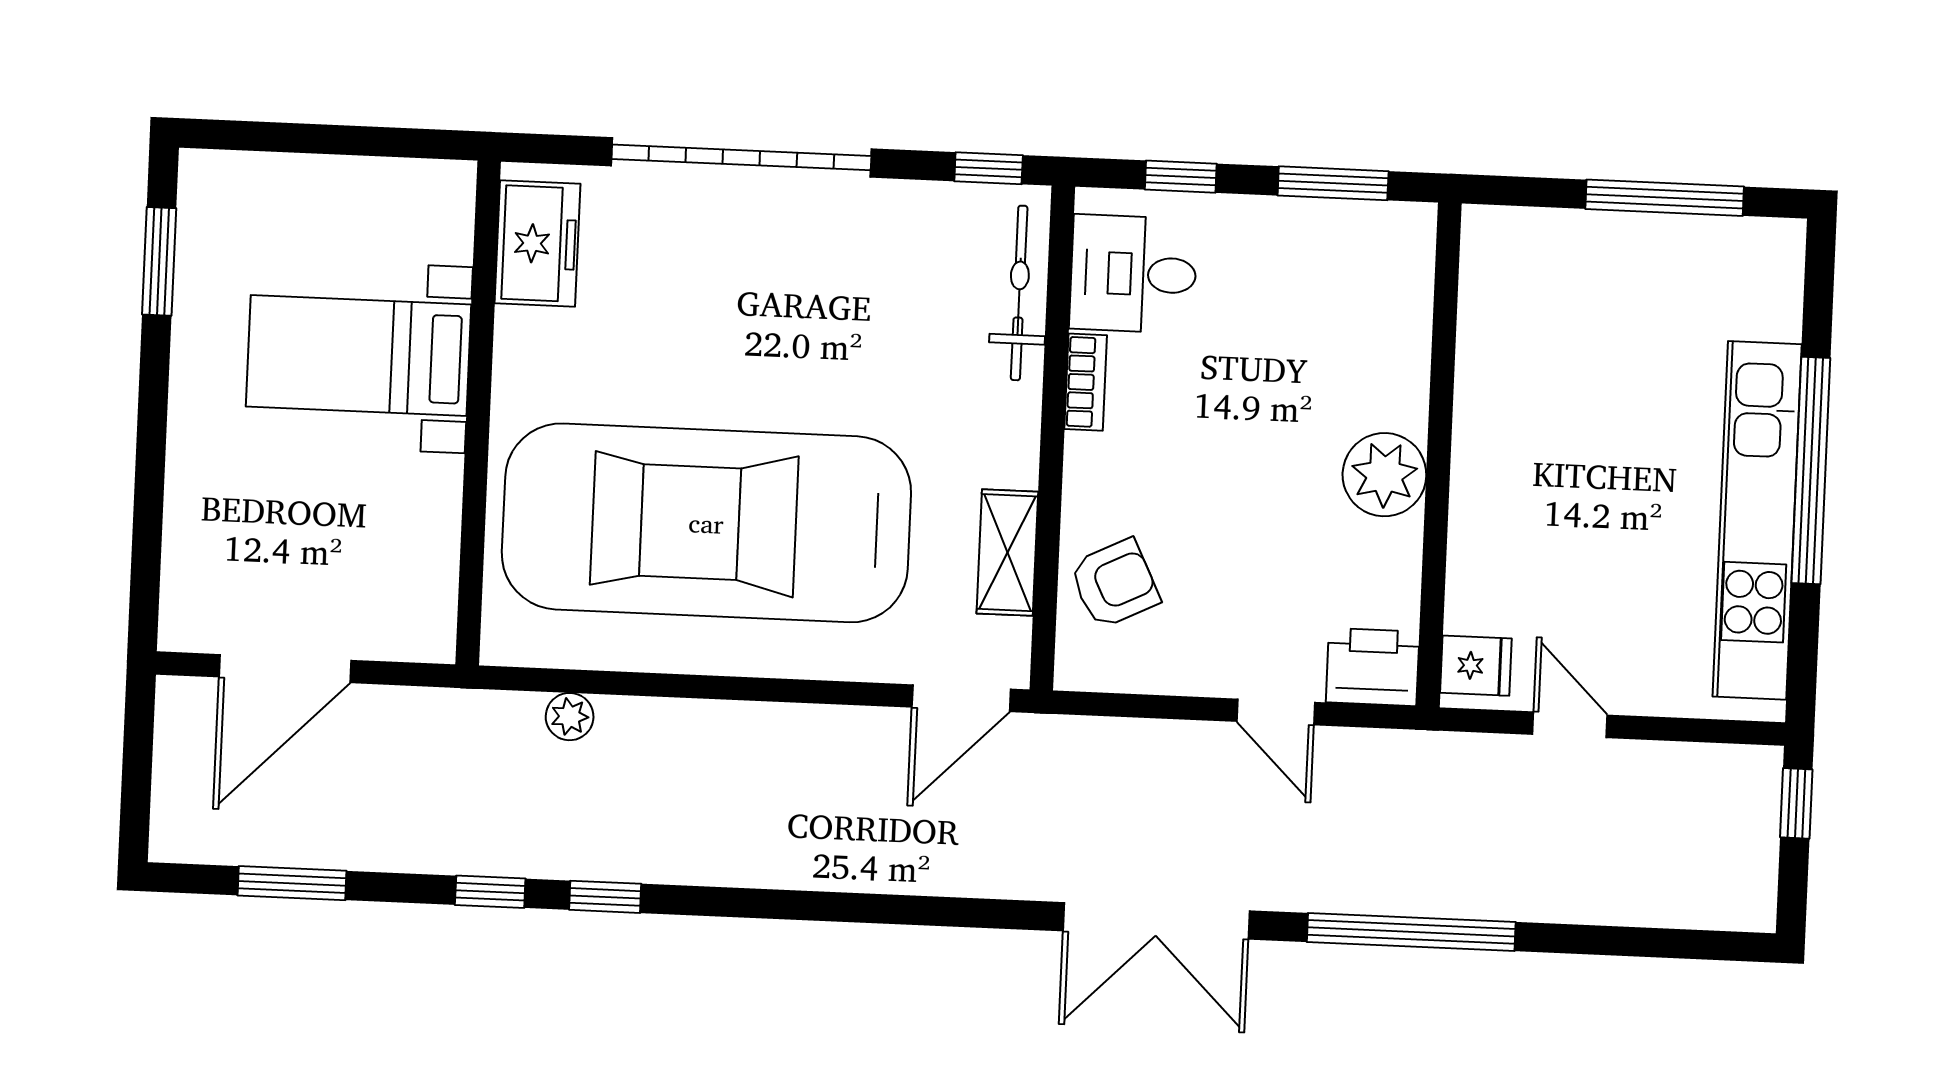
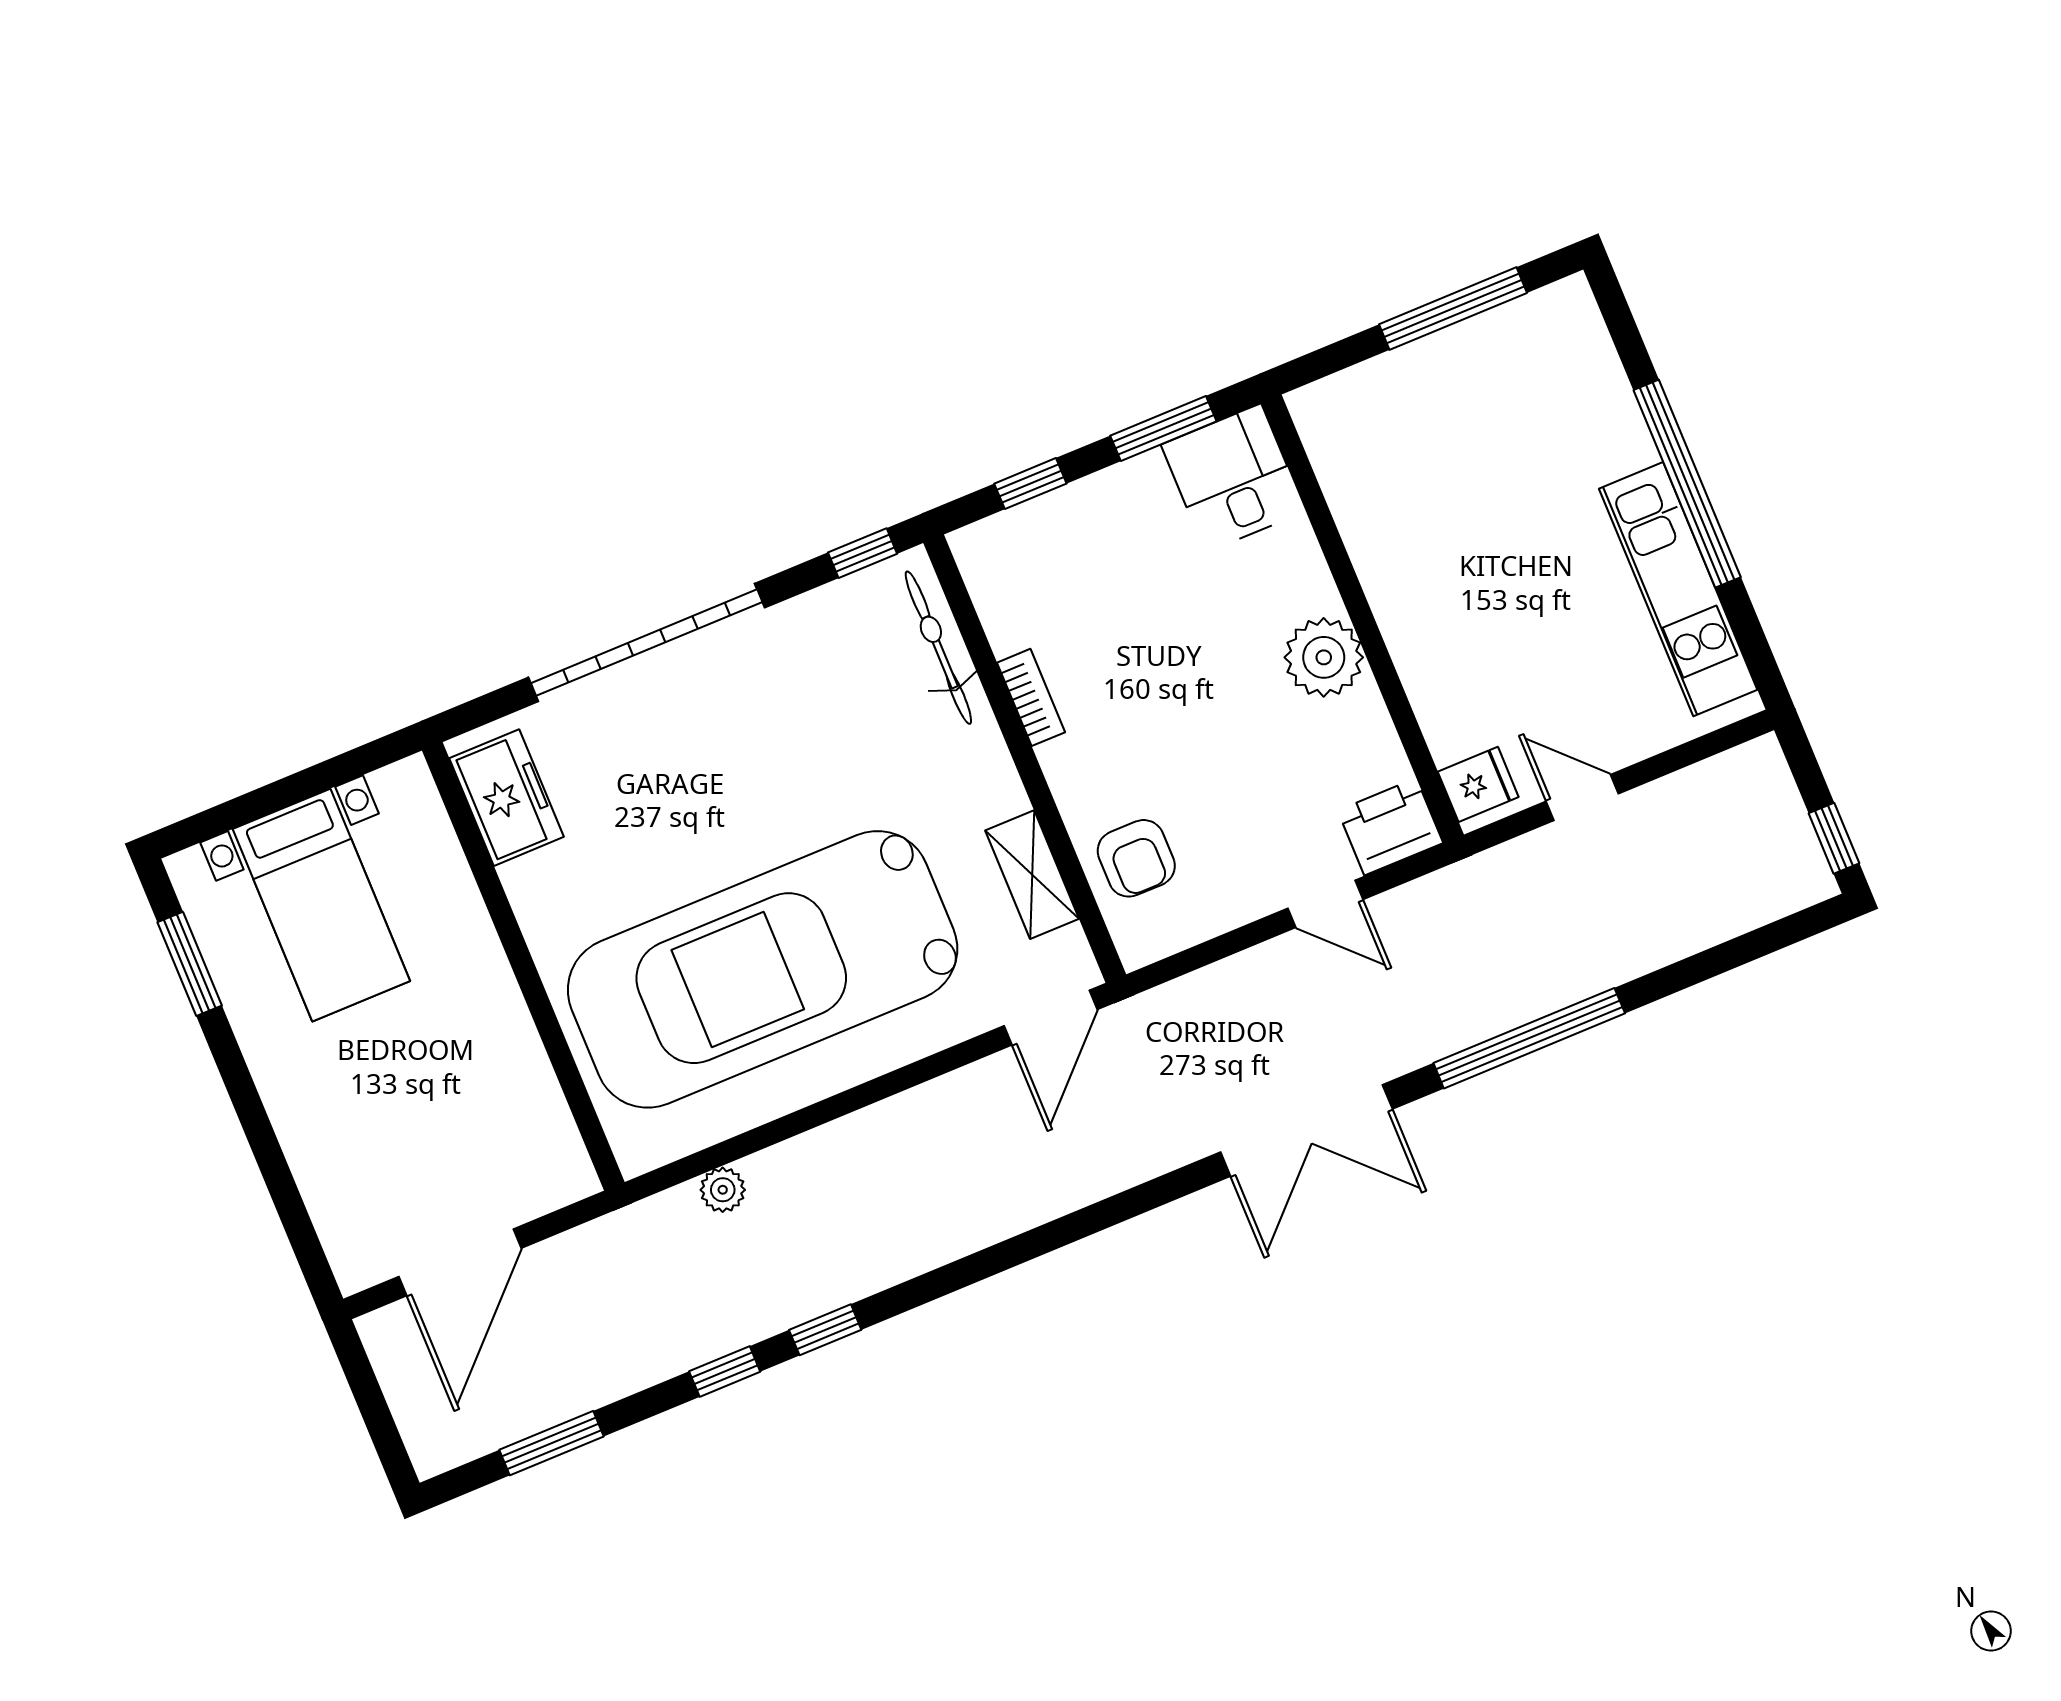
desk: (1133, 274) -> (1233, 478), moved, turned 90
bed with nightstands: (359, 355) -> (321, 905), moved, turned -90
kitchen unit: (1757, 520) -> (1678, 589), width x0.73
armchair: (1115, 584) -> (1136, 858), turned 116
window: (1796, 803) -> (1834, 838), moved

